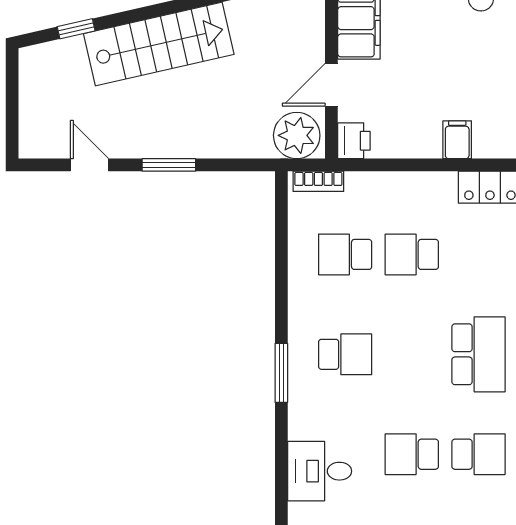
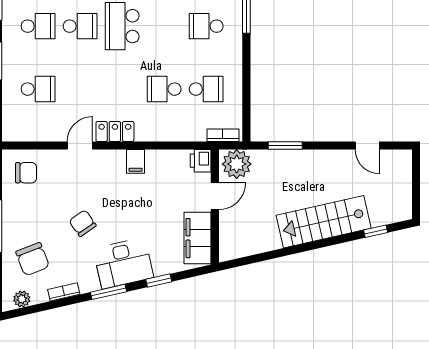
window: (169, 165) -> (285, 145), moved
school desk: (412, 254) -> (164, 89), turned 180

